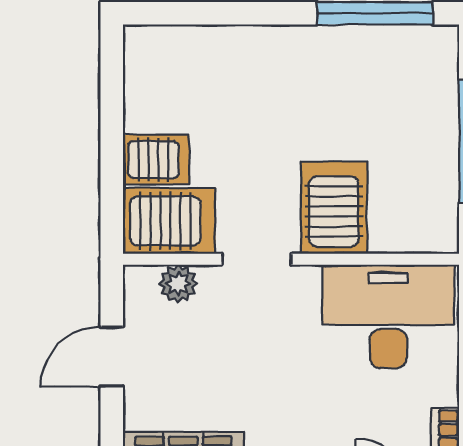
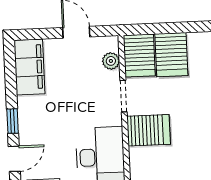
server rack: (156, 159) -> (171, 55), width x1.36, depth x1.44

